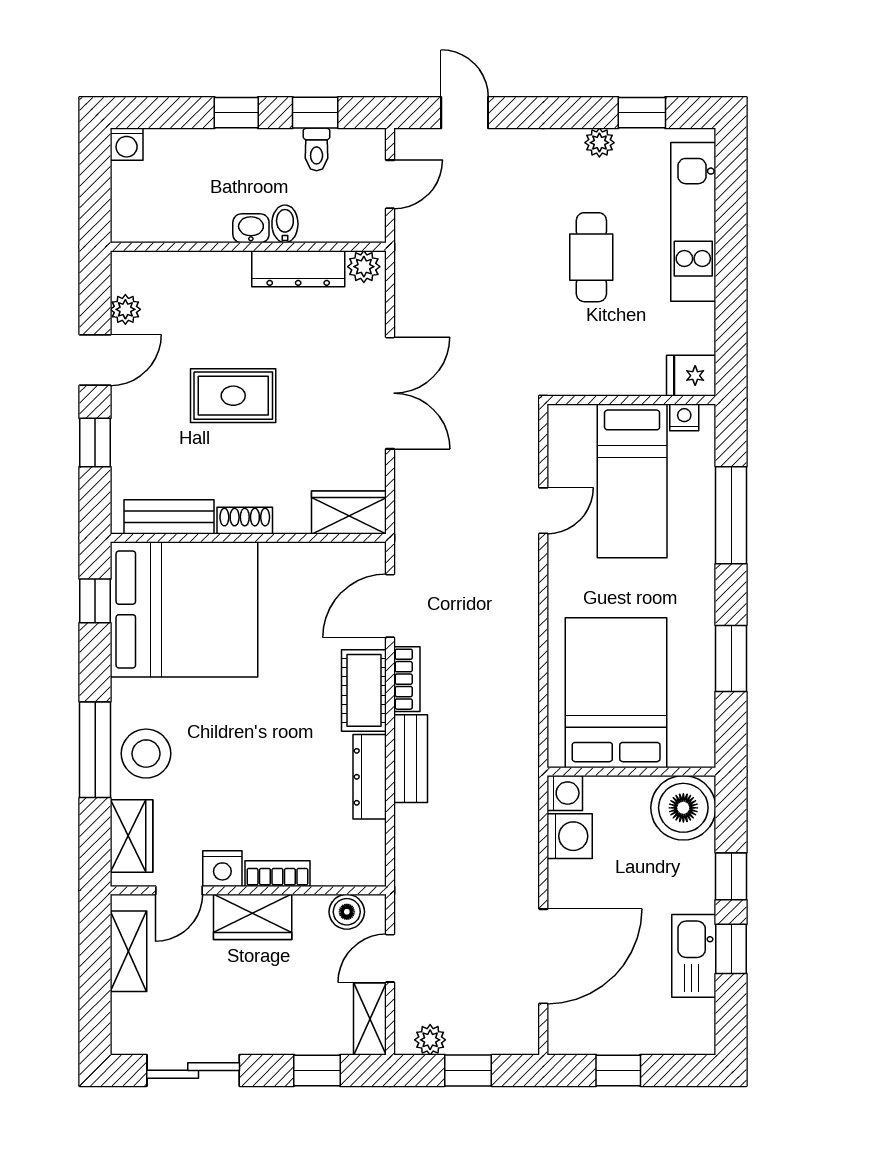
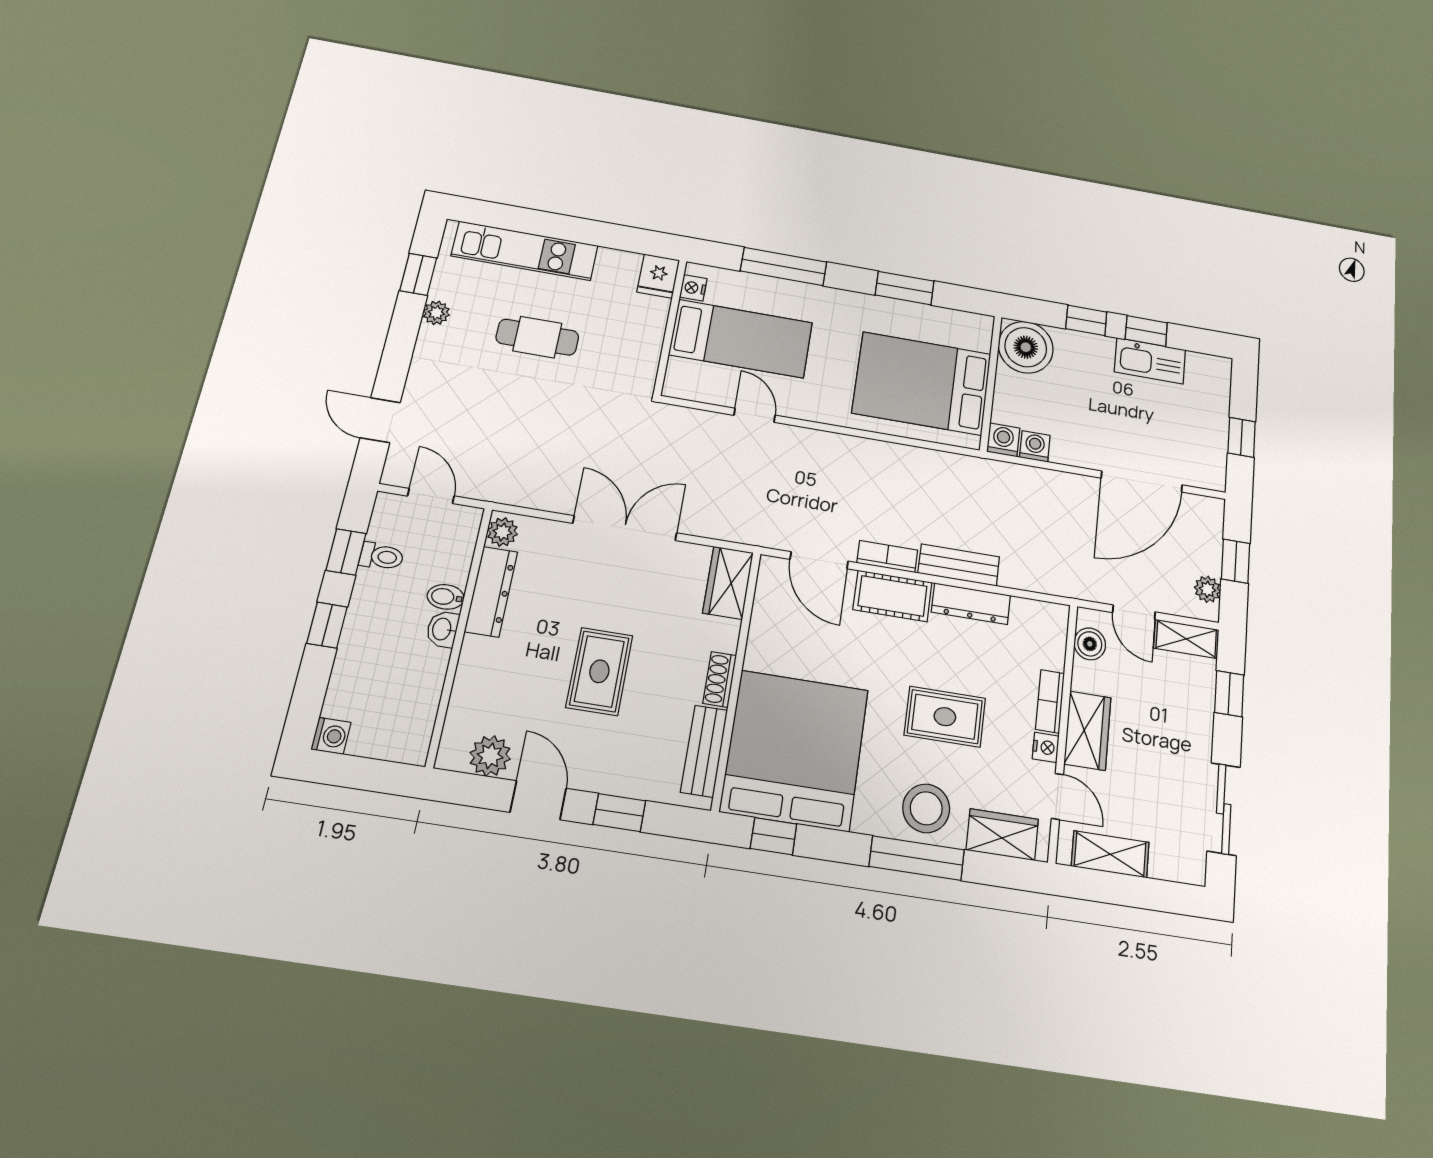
door: (465, 113) -> (380, 420), hinge flipped
plant: (125, 309) -> (490, 756), width x1.38, depth x1.38
rug: (243, 762) -> (945, 717), added
washing machine: (570, 836) -> (1035, 446), width x0.73, depth x0.73
nightstand: (222, 869) -> (1046, 747), width x0.72, depth x0.74
door: (543, 956) -> (1142, 481), swing flipped

